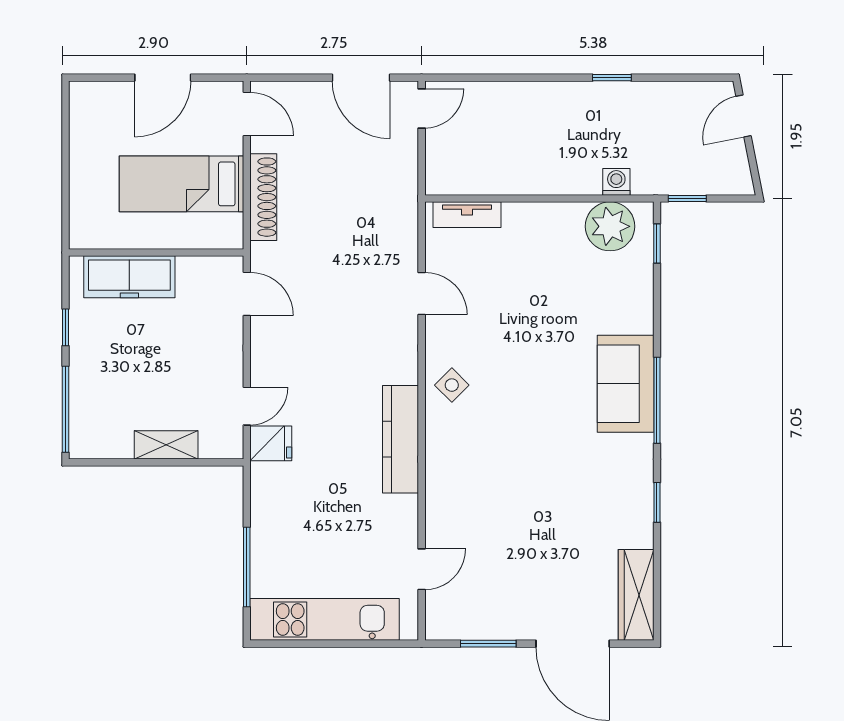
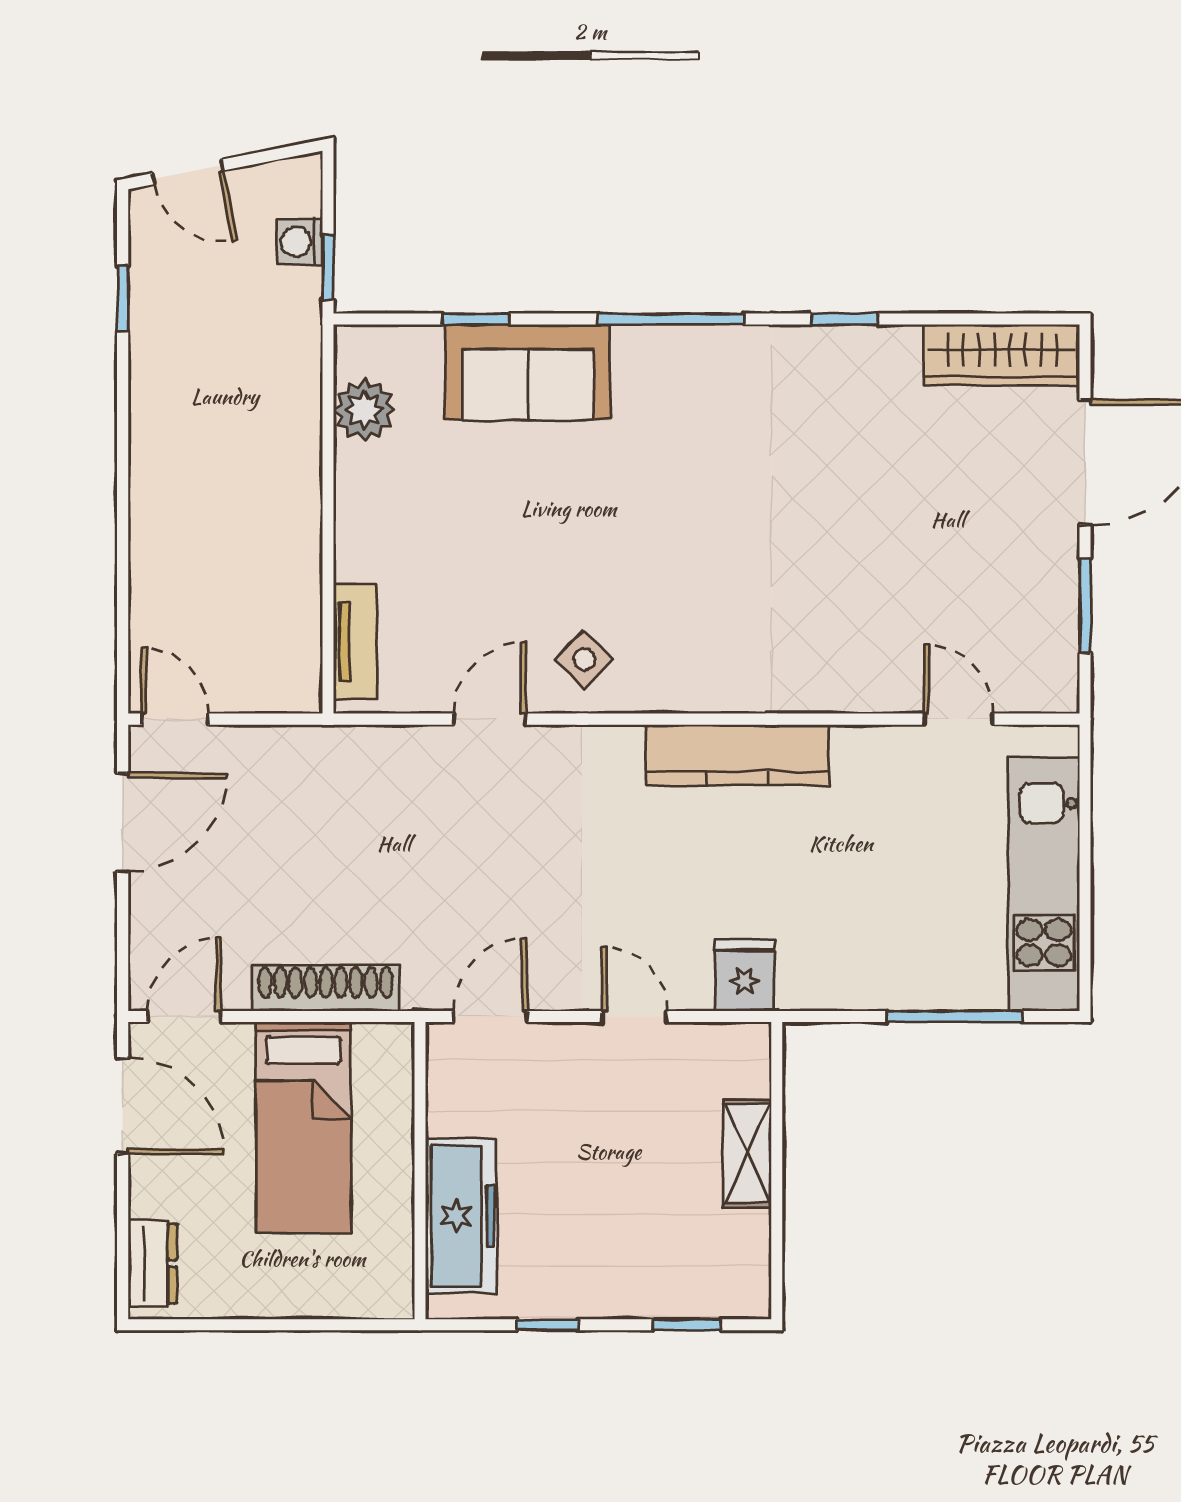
door: (163, 78) -> (123, 1106), moved
window: (612, 78) -> (123, 298), moved
dresser: (101, 95) -> (152, 1264), added
washing machine: (616, 182) -> (300, 242), moved
plant: (610, 226) -> (364, 410), width x0.73, depth x0.73
window: (657, 244) -> (476, 319), moved
sofa: (626, 384) -> (528, 372), moved
side table: (452, 385) -> (584, 659), moved
door: (247, 406) -> (634, 1016), moved
window: (65, 409) -> (687, 1325), width x0.46

